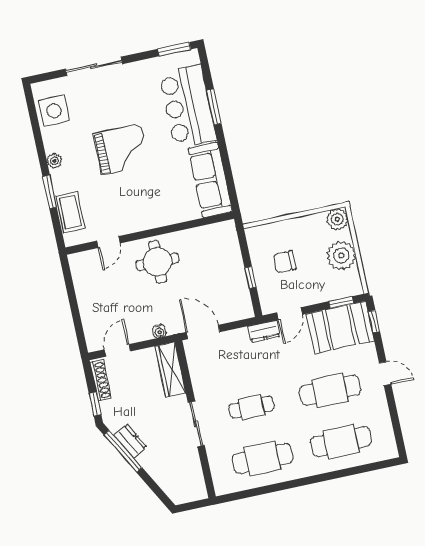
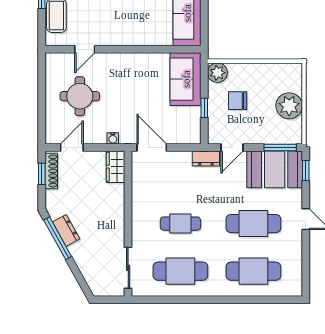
plant: (337, 219) -> (217, 73), moved
sofa: (224, 251) -> (186, 79), added
round table: (158, 262) -> (80, 96), moved
window: (341, 302) -> (280, 147), width x1.50
wardrobe: (170, 370) -> (115, 167), width x0.67
window: (95, 404) -> (42, 174), moved
sliding door: (196, 424) -> (128, 268), moved

